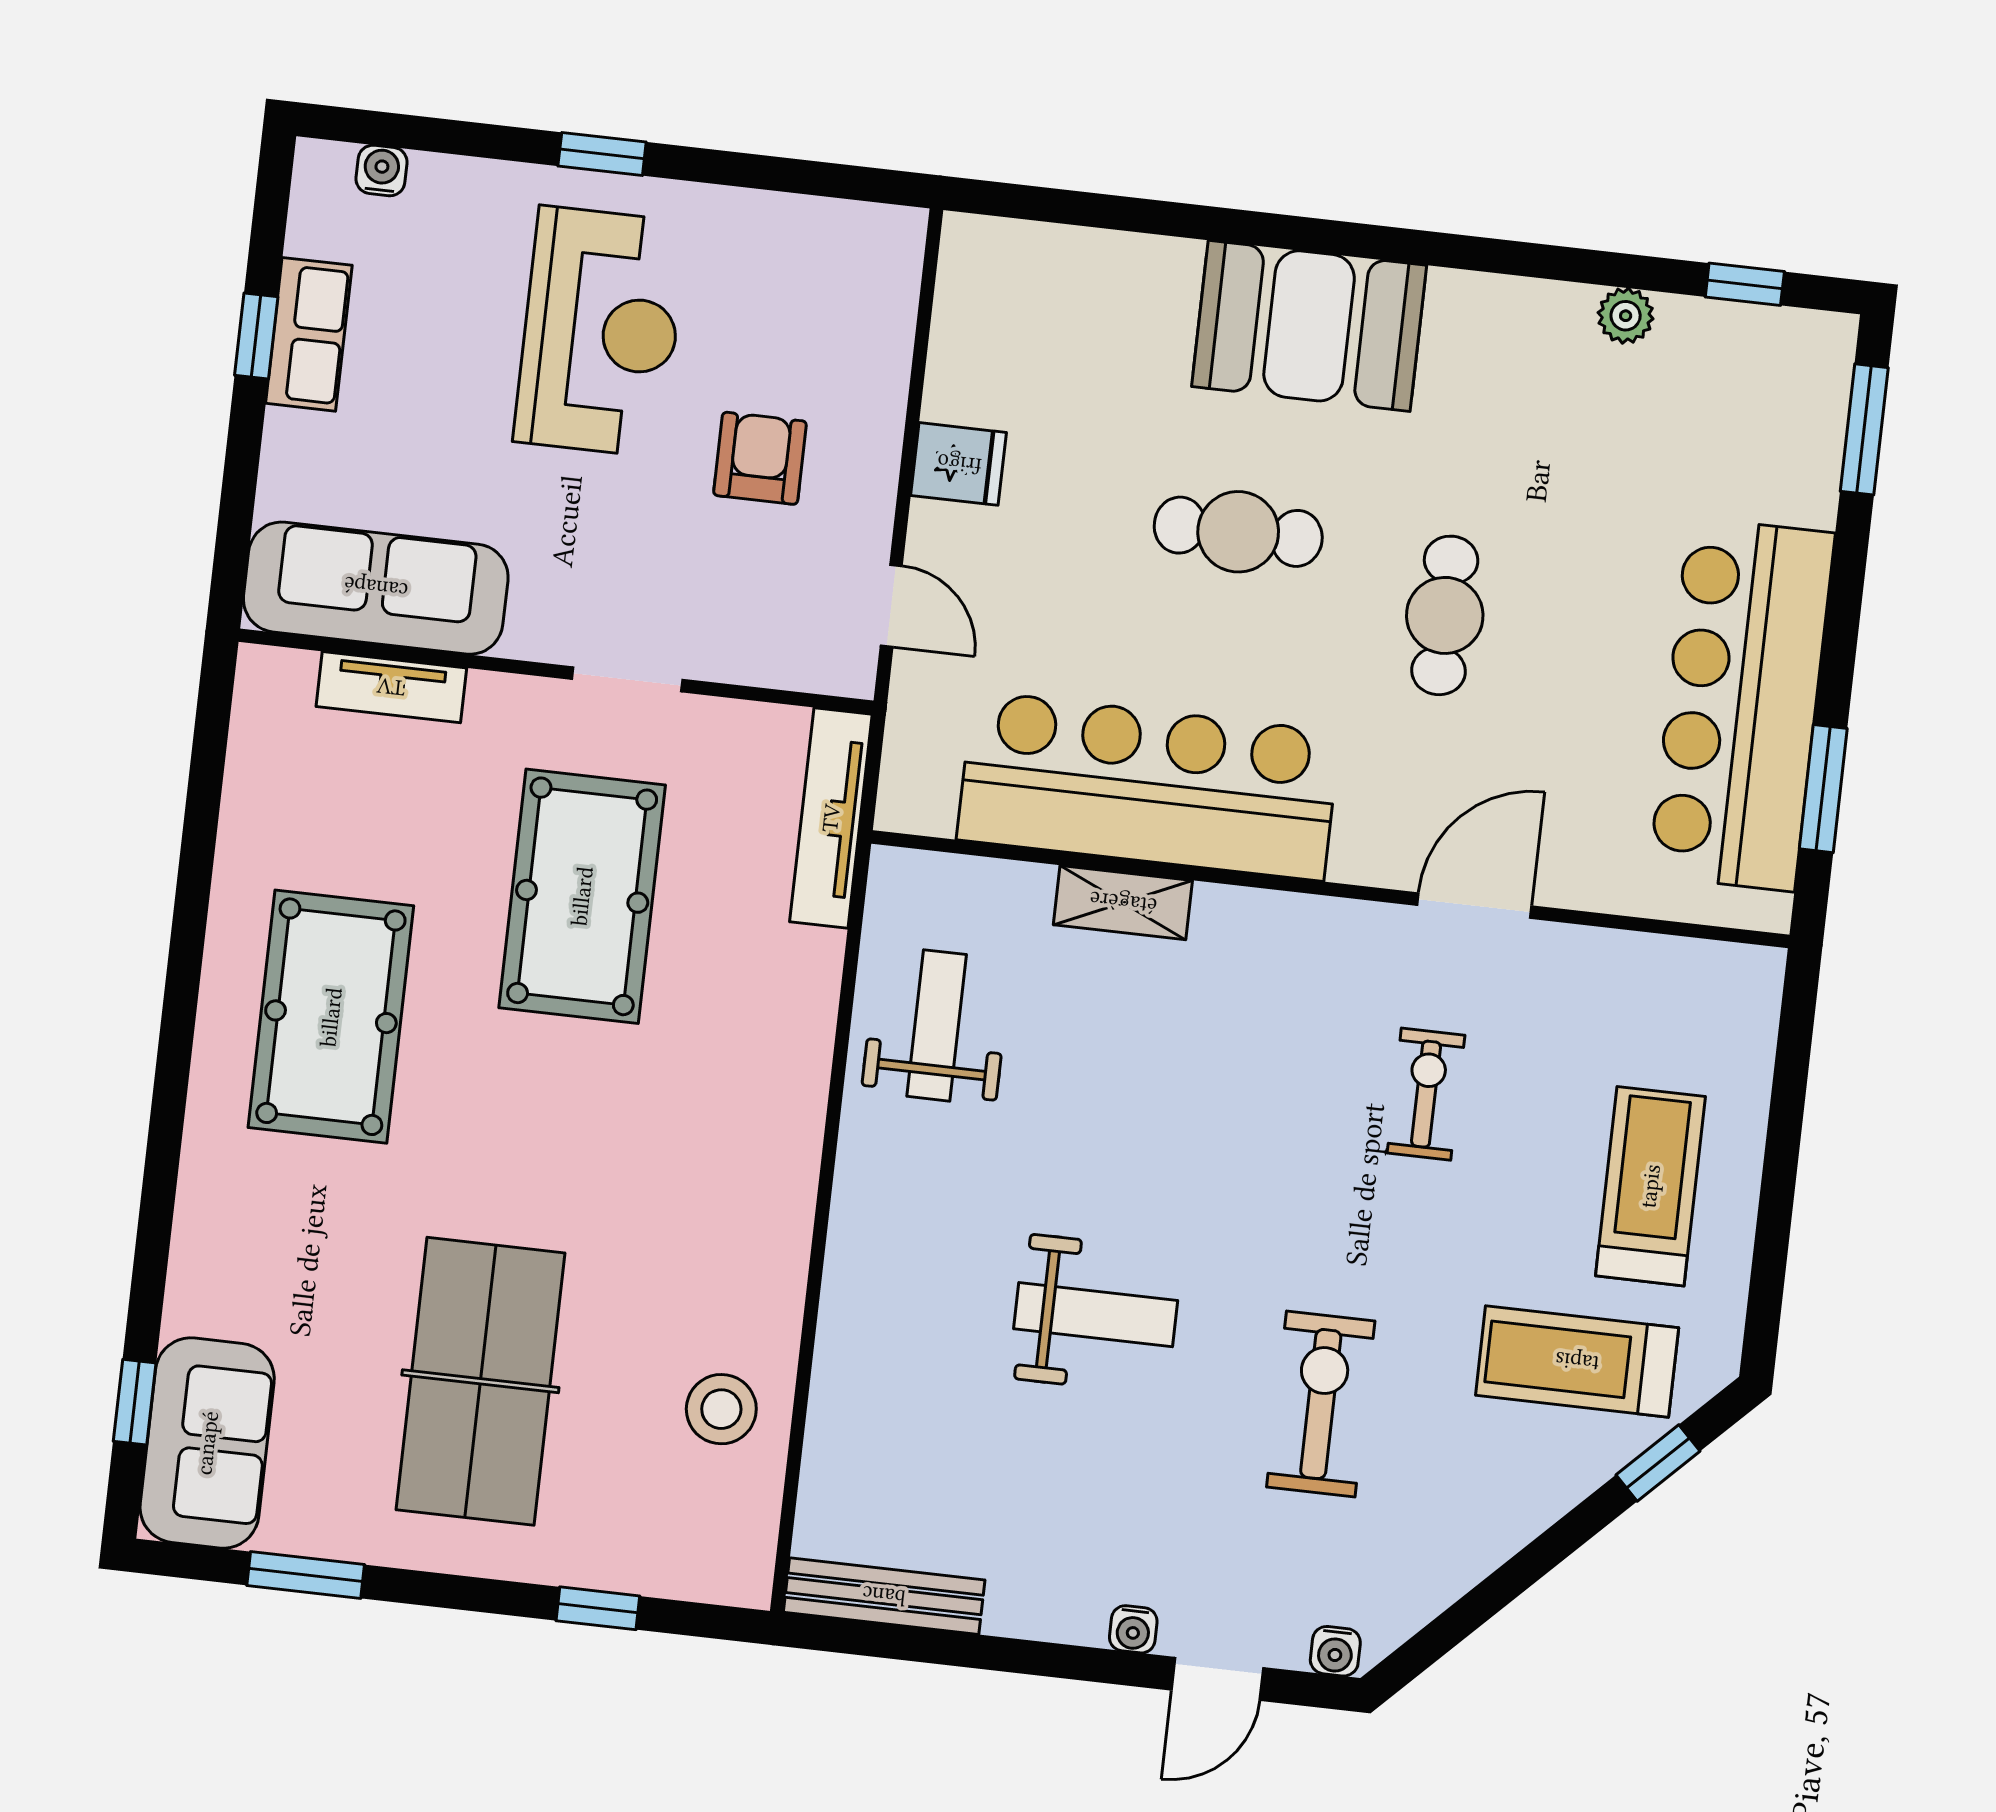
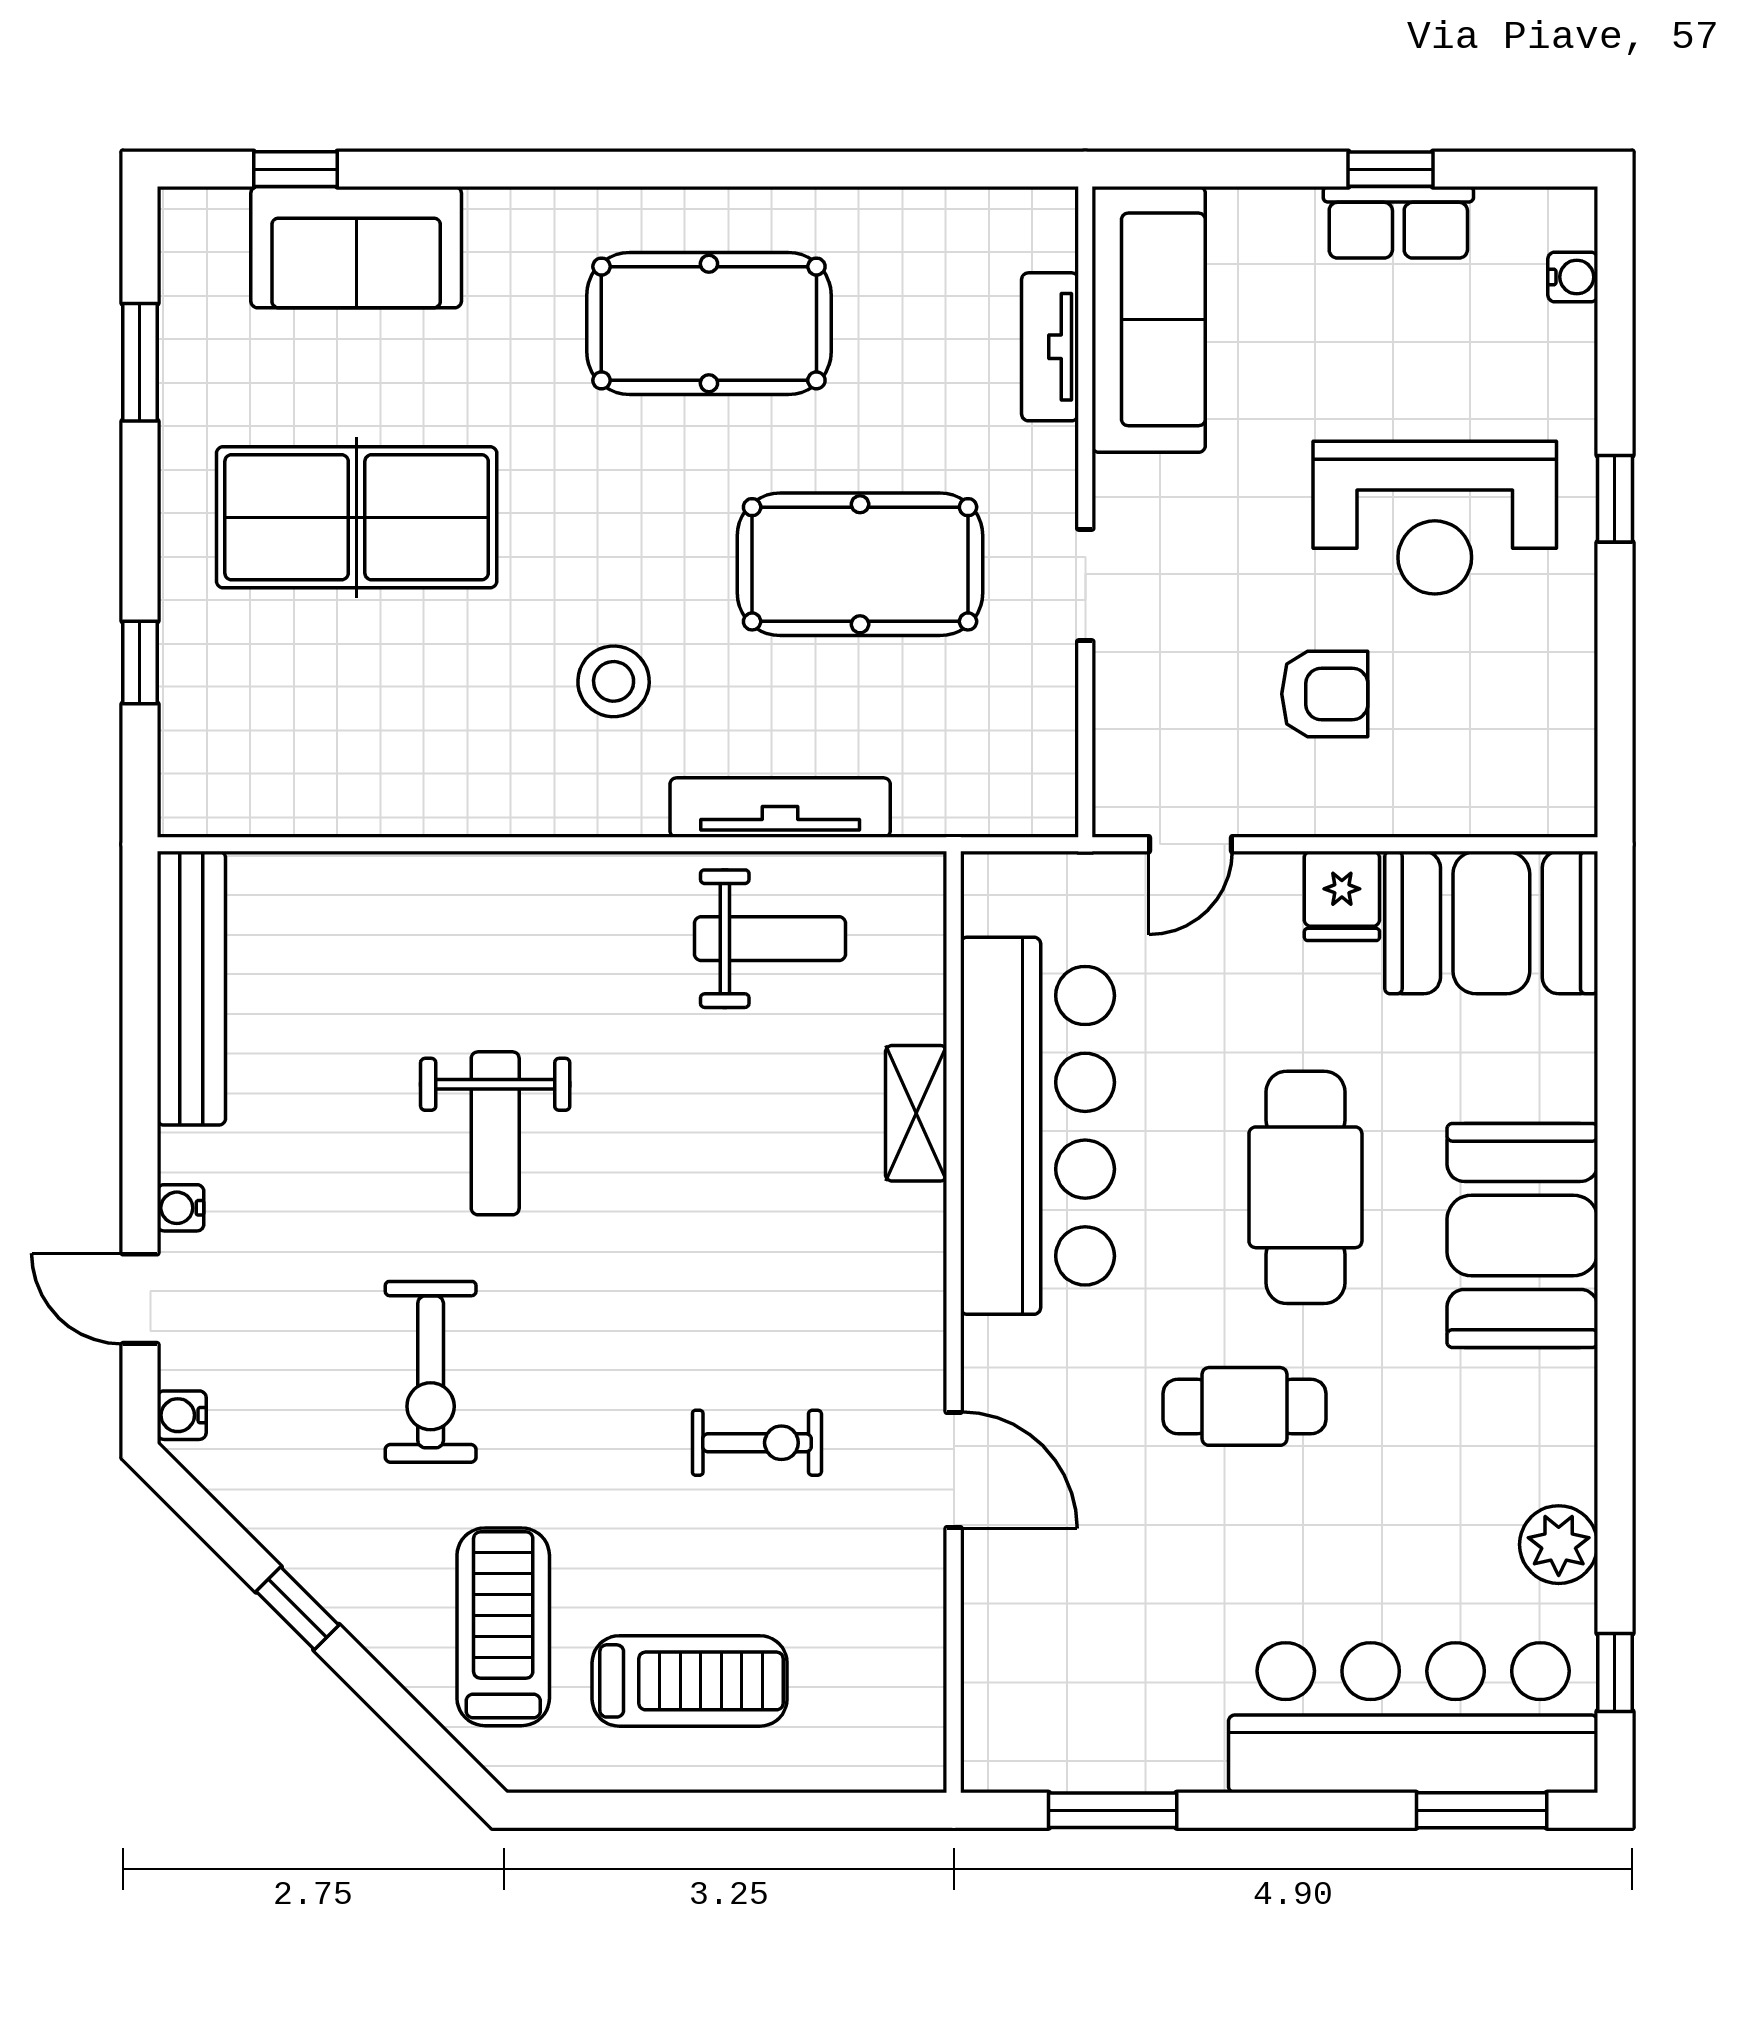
plant: (1626, 316) -> (1559, 1545), width x1.38, depth x1.38
booth: (1001, 321) -> (1491, 923), added
cafe table: (1238, 532) -> (1305, 1187), width x1.37, depth x1.35
bar counter: (1742, 704) -> (1413, 1718), moved
tv unit: (831, 818) -> (780, 808), moved
exercise bike: (1321, 1404) -> (431, 1372), turned 90
stool: (721, 1409) -> (614, 681), moved
sofa: (207, 1443) -> (356, 247), moved
window: (1658, 1463) -> (297, 1608), moved
bench: (884, 1596) -> (191, 988), width x1.37, depth x1.21

